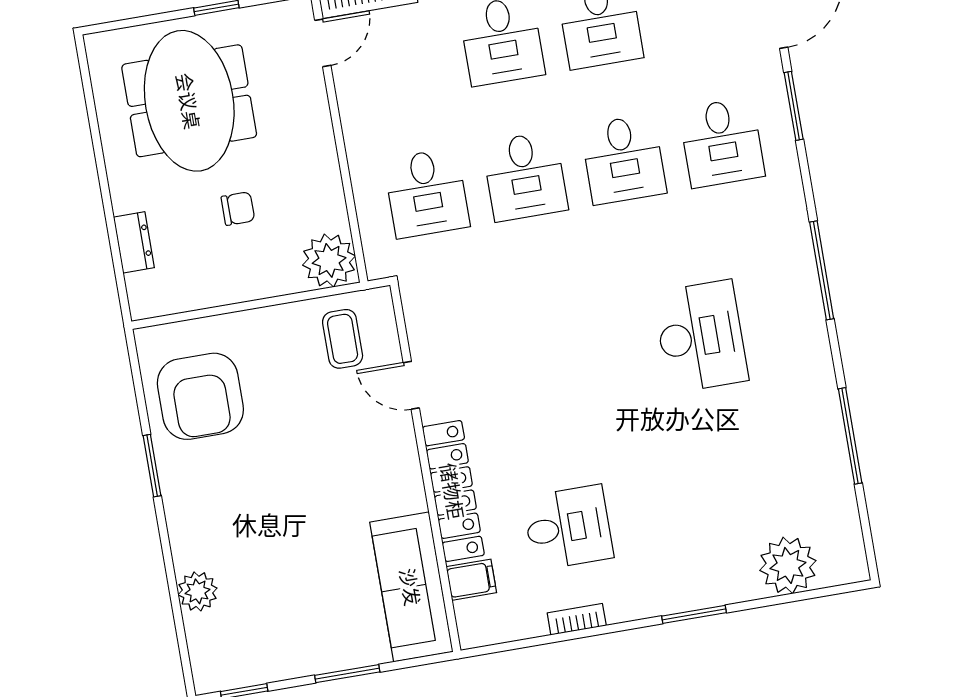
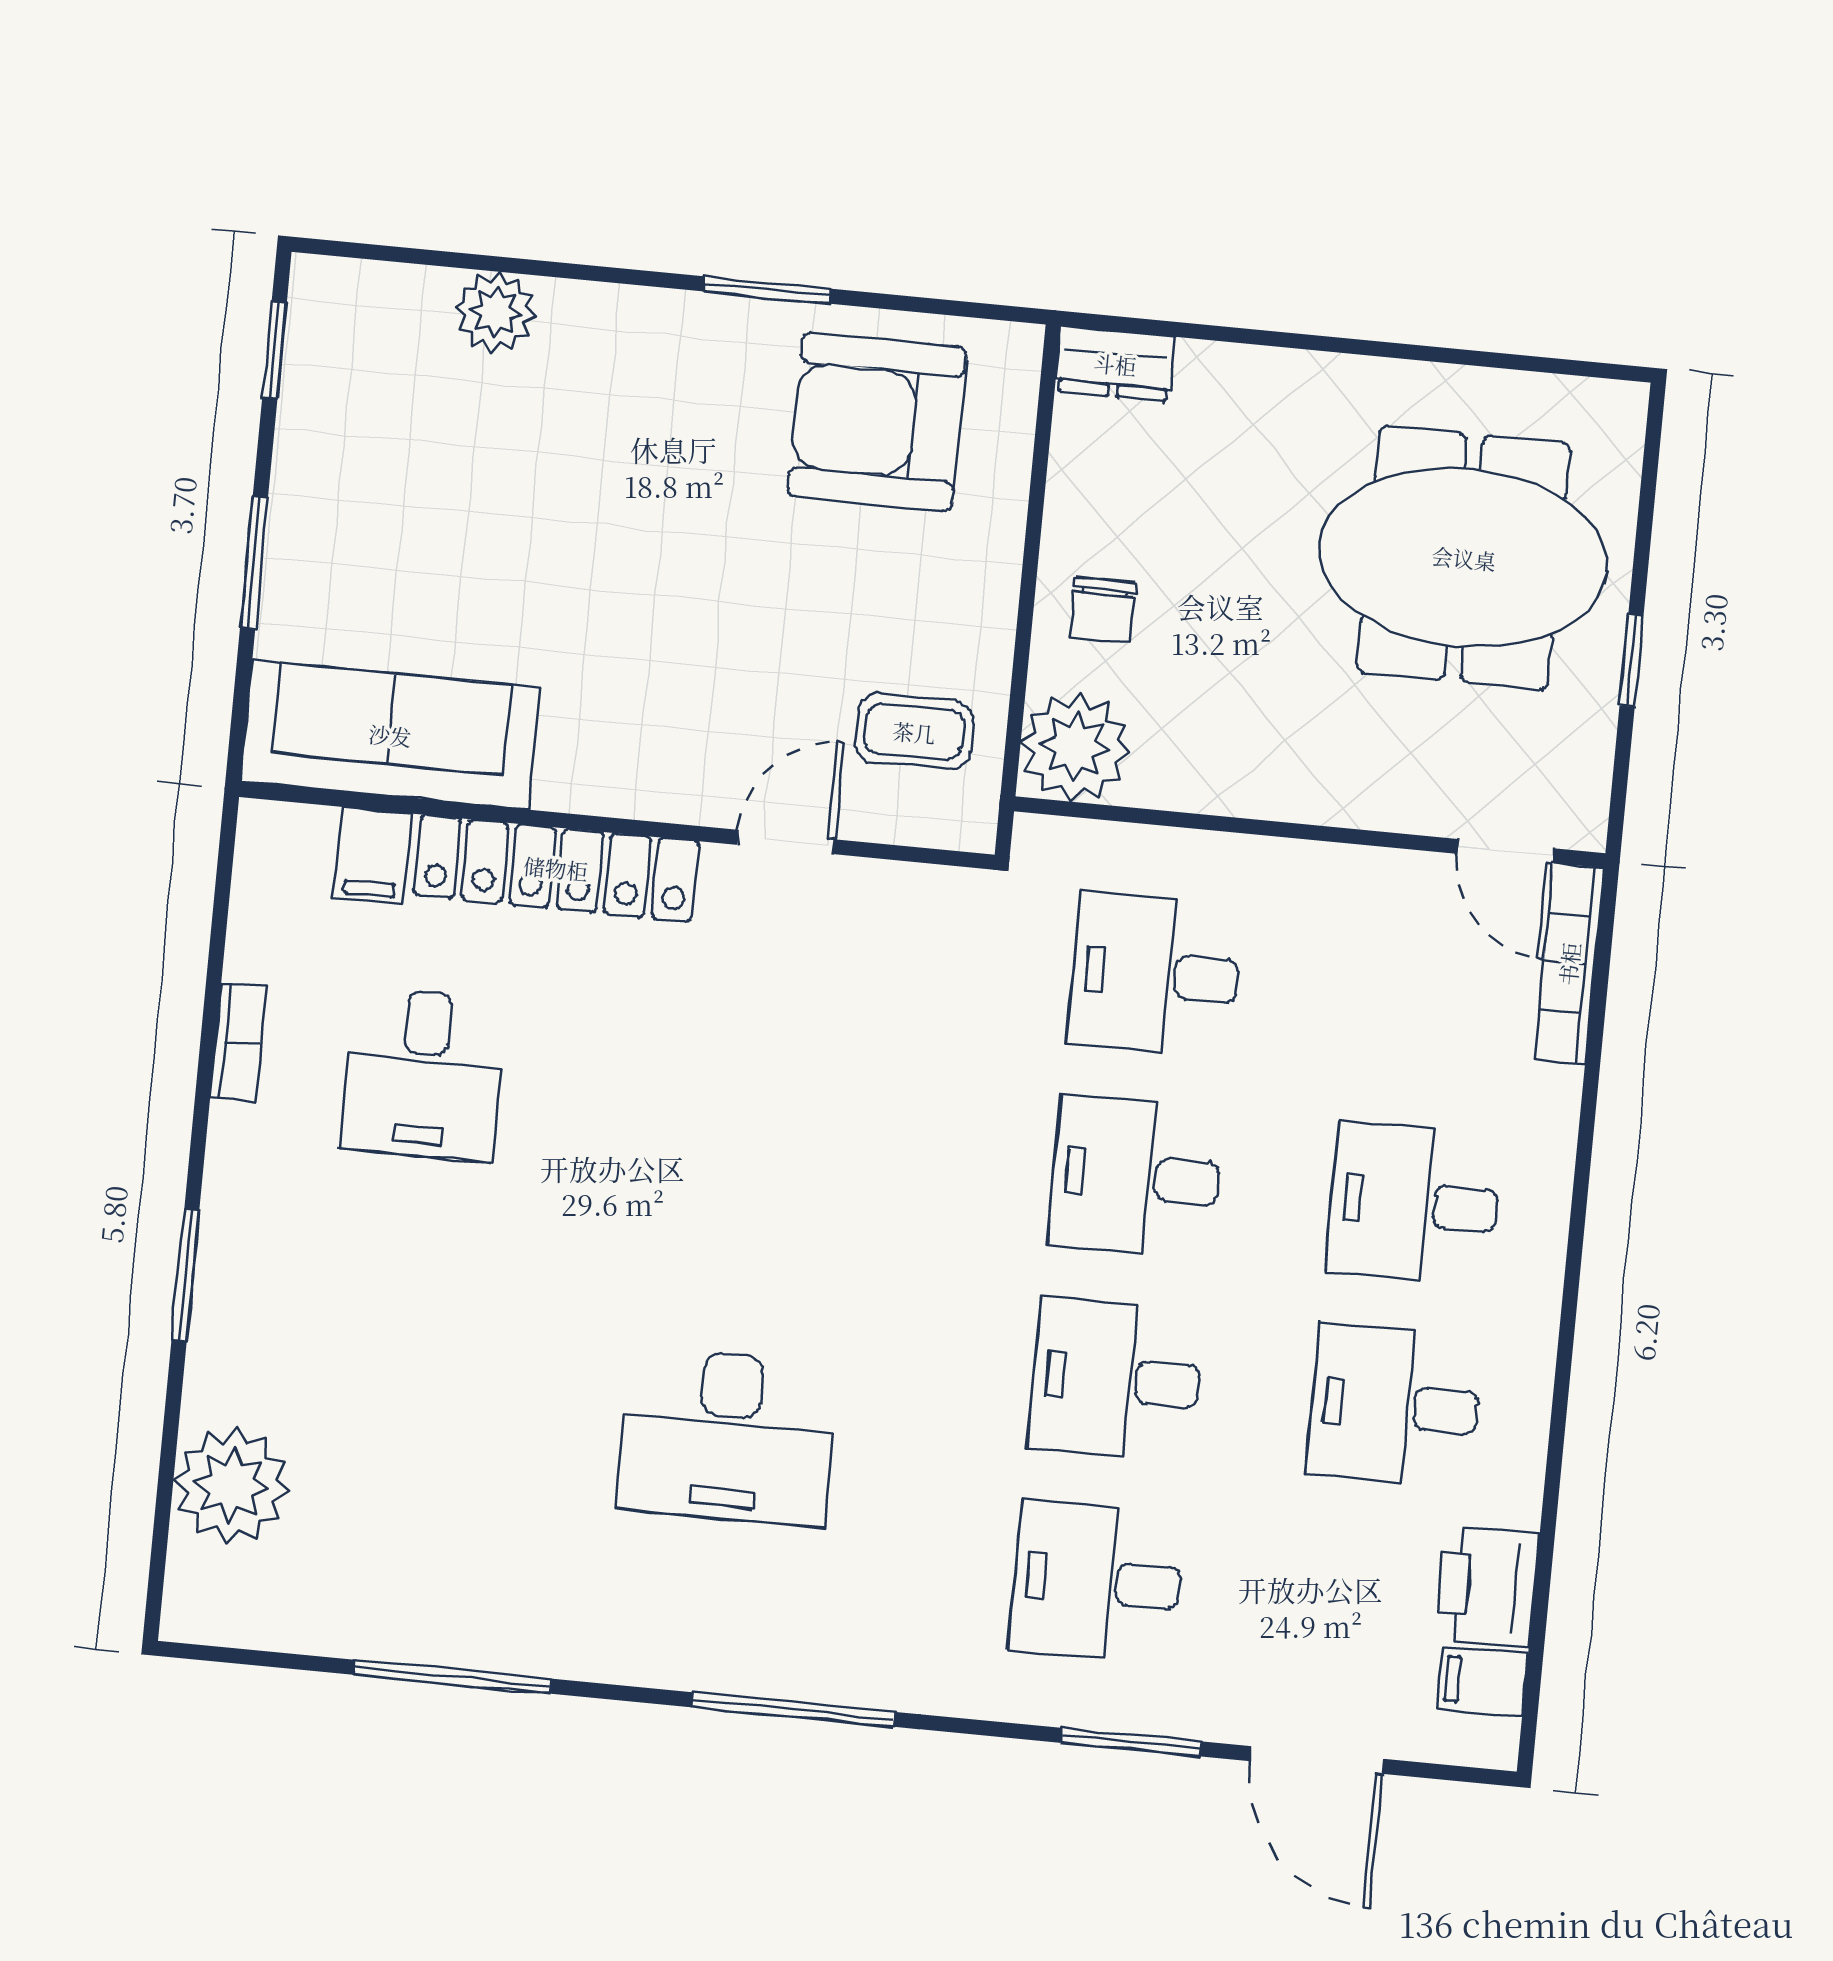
chair: (238, 209) -> (1103, 610), moved
dresser: (134, 242) -> (1115, 364), moved

